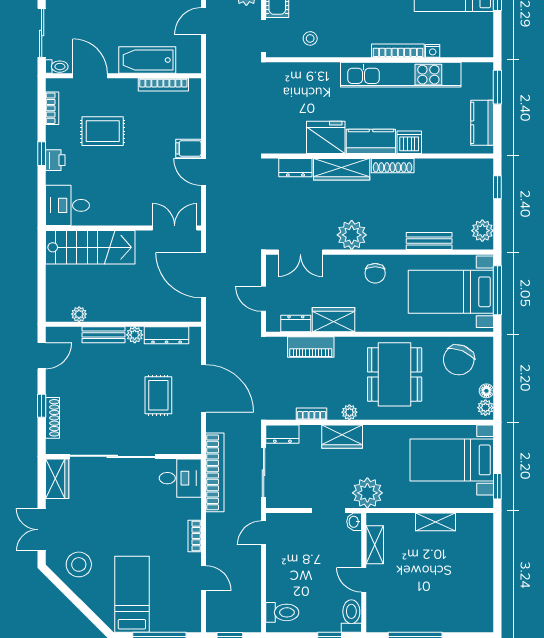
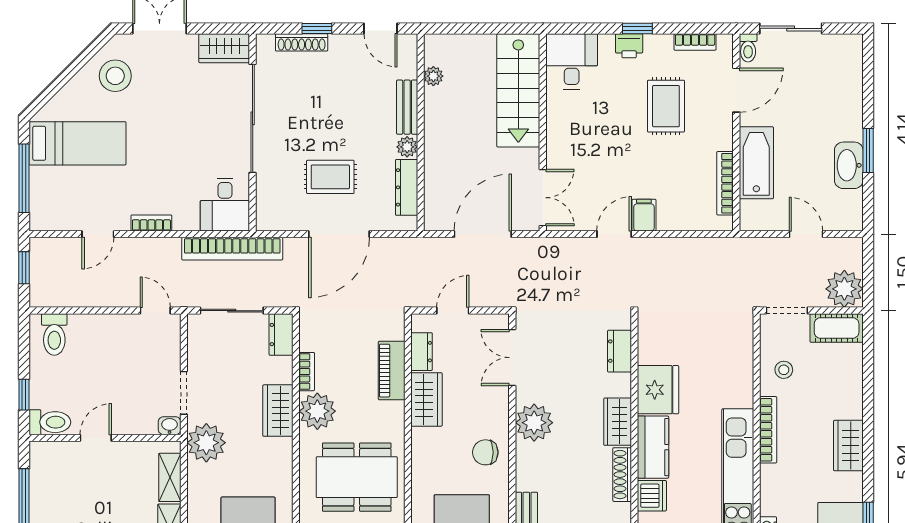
bookcase: (398, 51) -> (768, 430), moved
wardrobe: (342, 169) -> (618, 422), width x0.67
plant: (349, 412) -> (317, 411), width x1.87, depth x1.87
shelving: (375, 545) -> (170, 477), moved, turned 90

